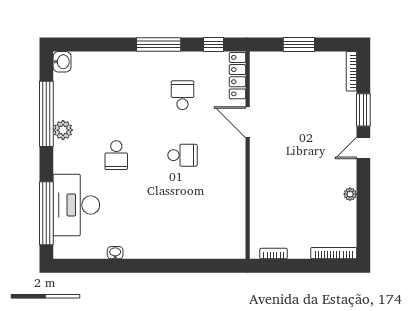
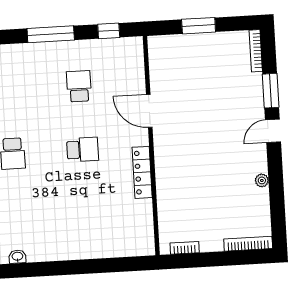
locker: (237, 76) -> (142, 172), moved

